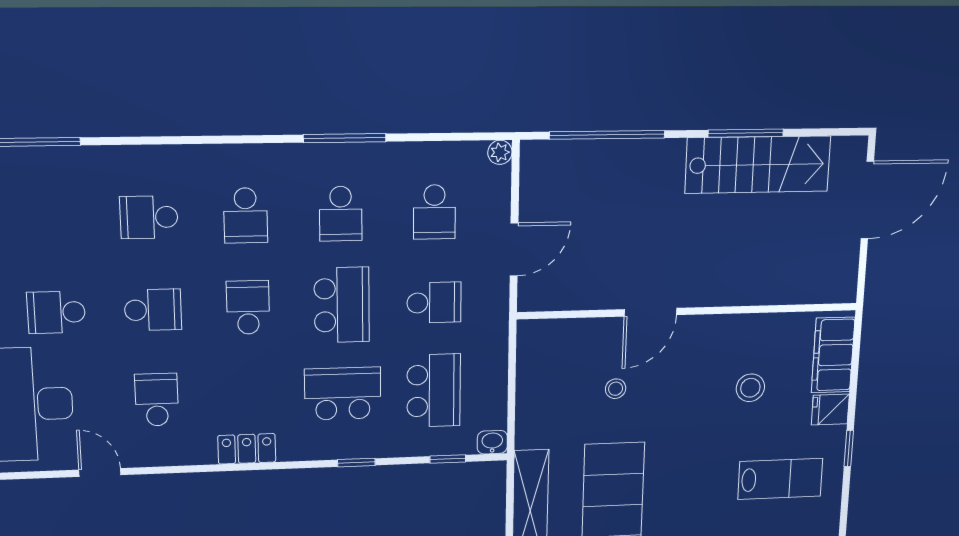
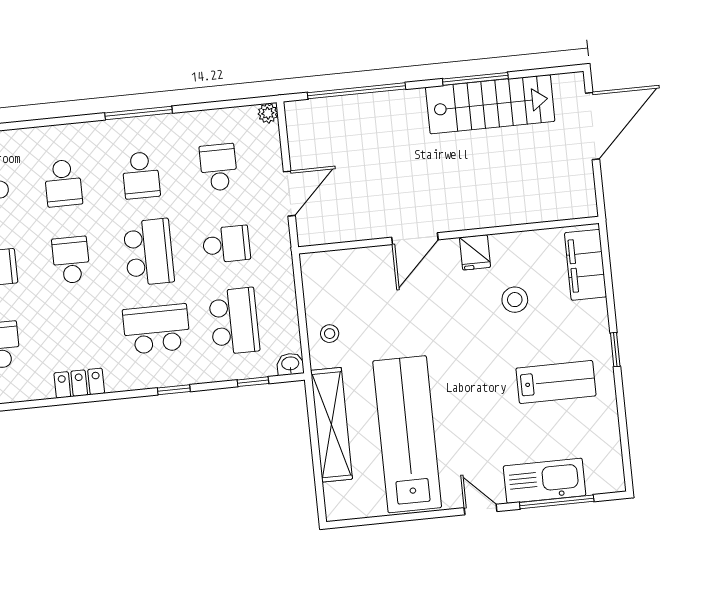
school desk: (434, 212) -> (218, 167), turned 180
stool: (616, 389) -> (330, 334), moved
fridge: (830, 410) -> (475, 252), moved, turned -90

